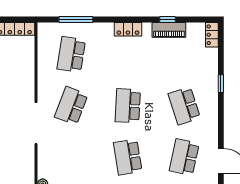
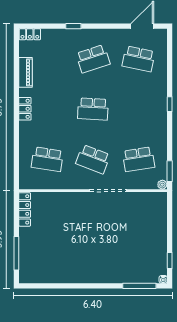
window: (76, 20) -> (16, 155), removed
window: (168, 20) -> (16, 74), removed
school desk: (128, 157) -> (139, 159), moved

